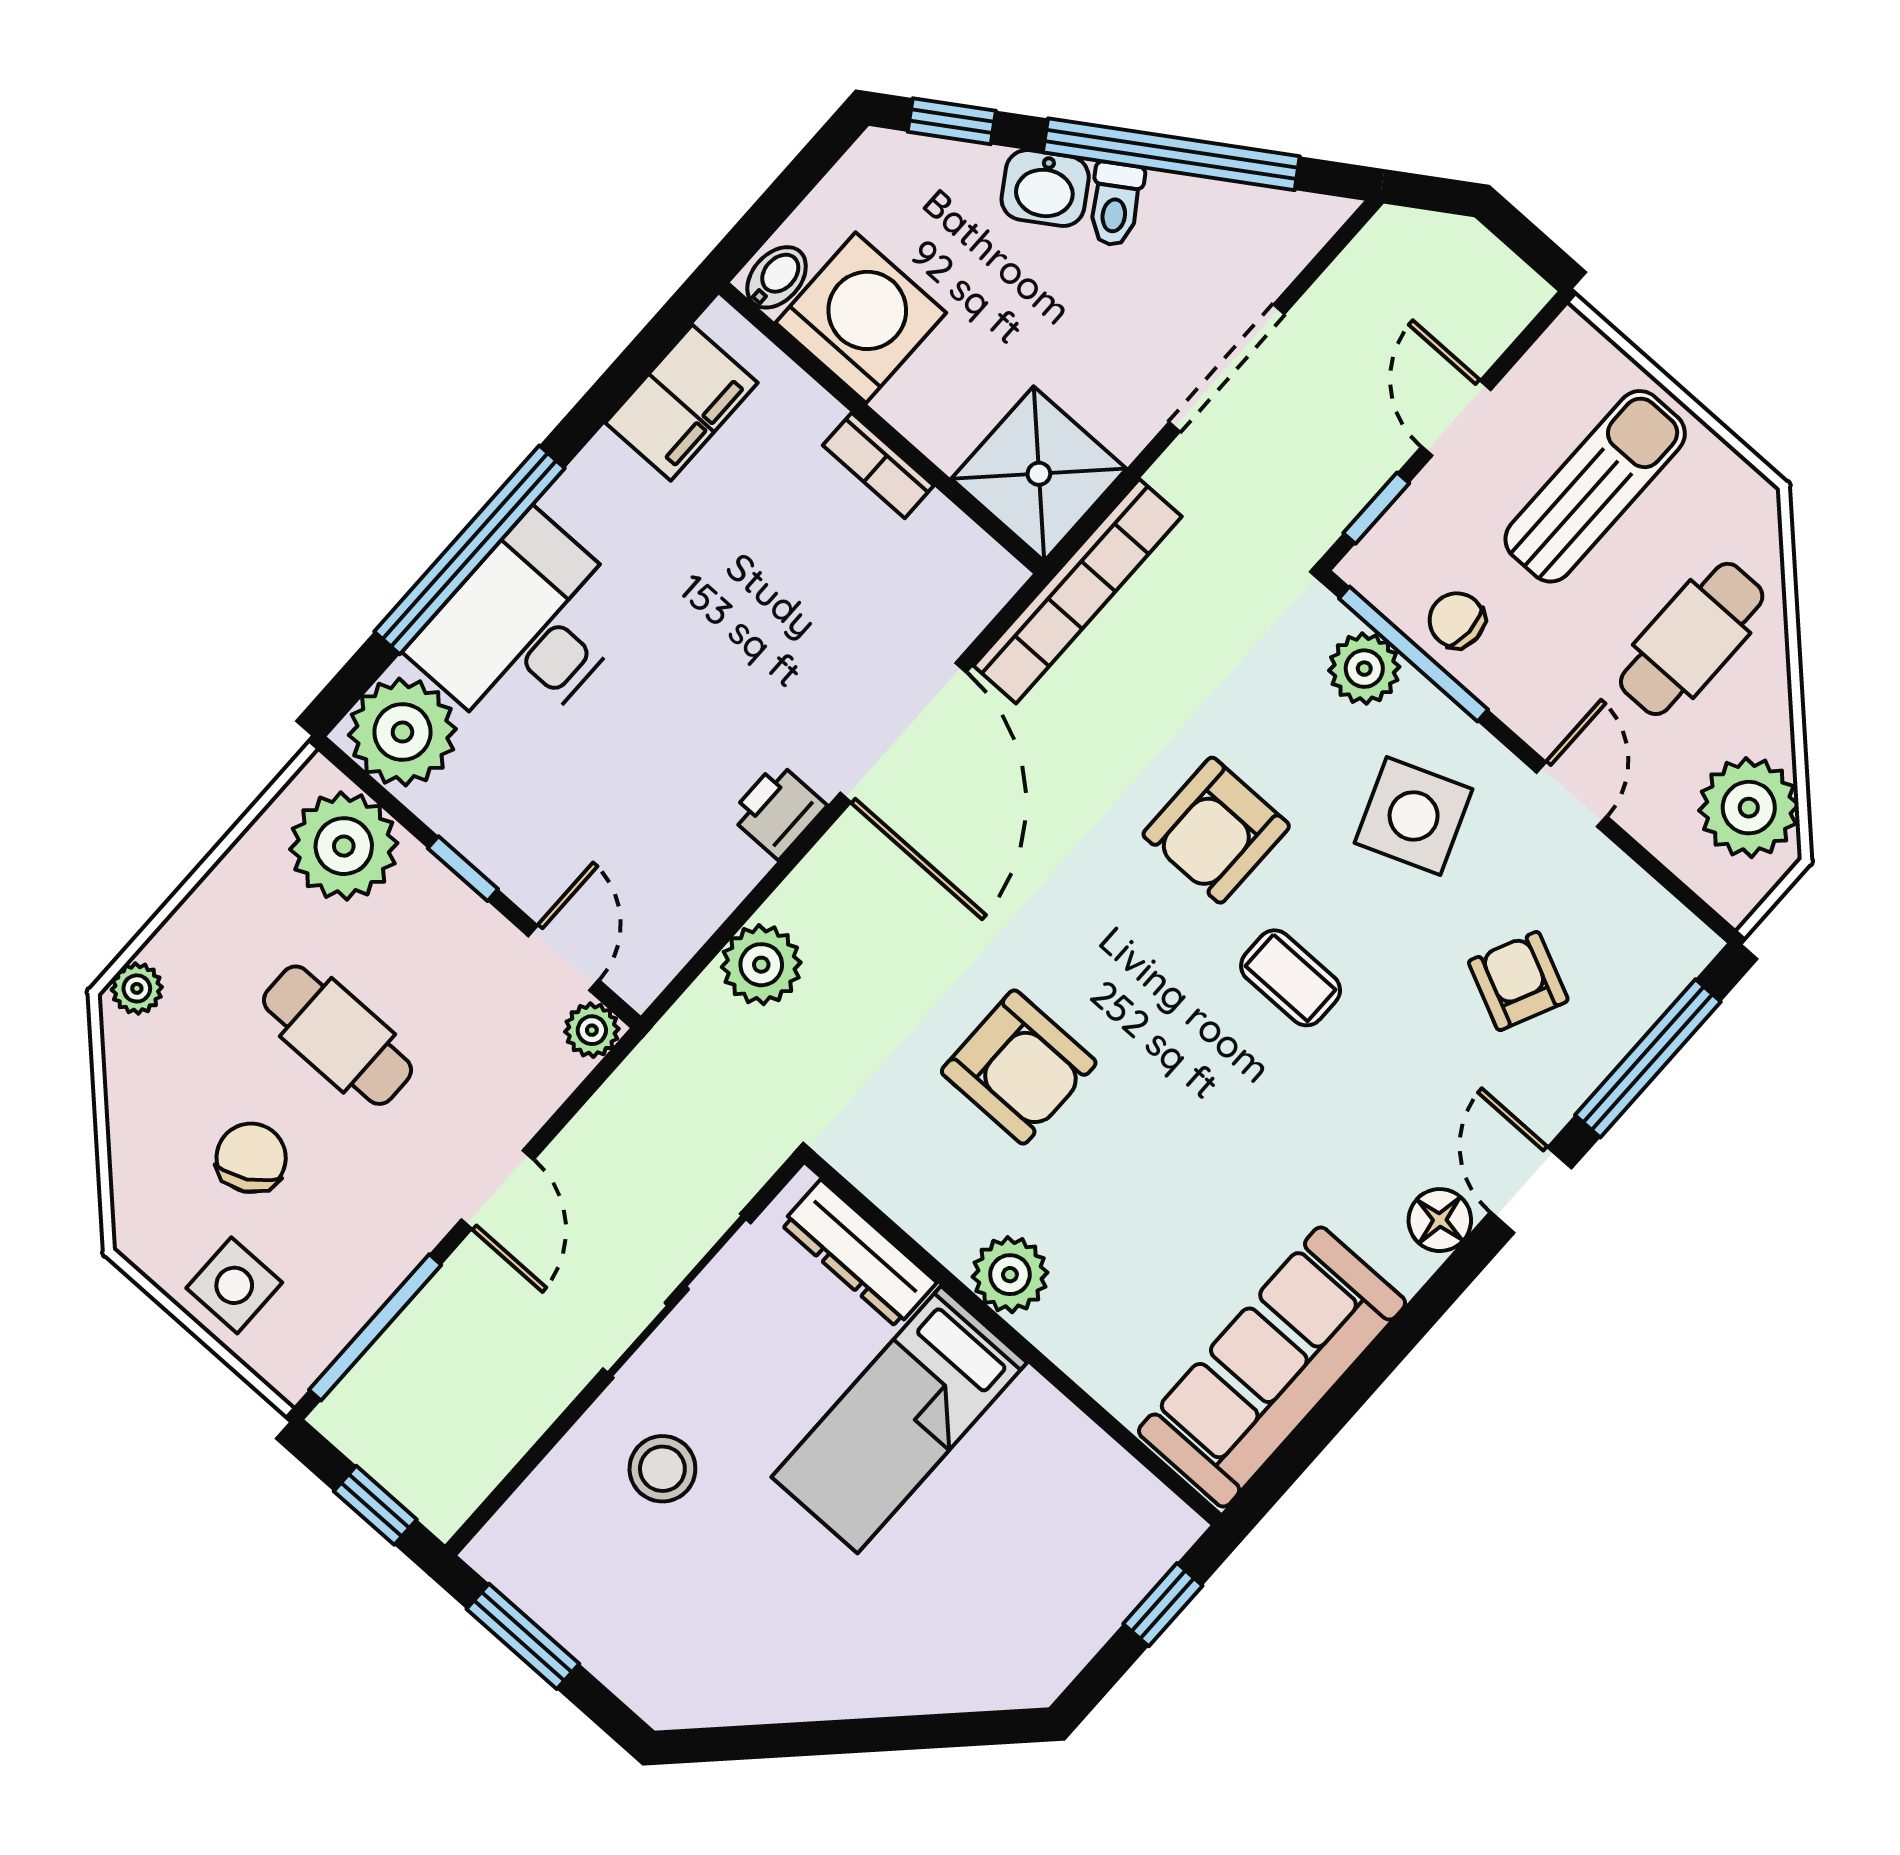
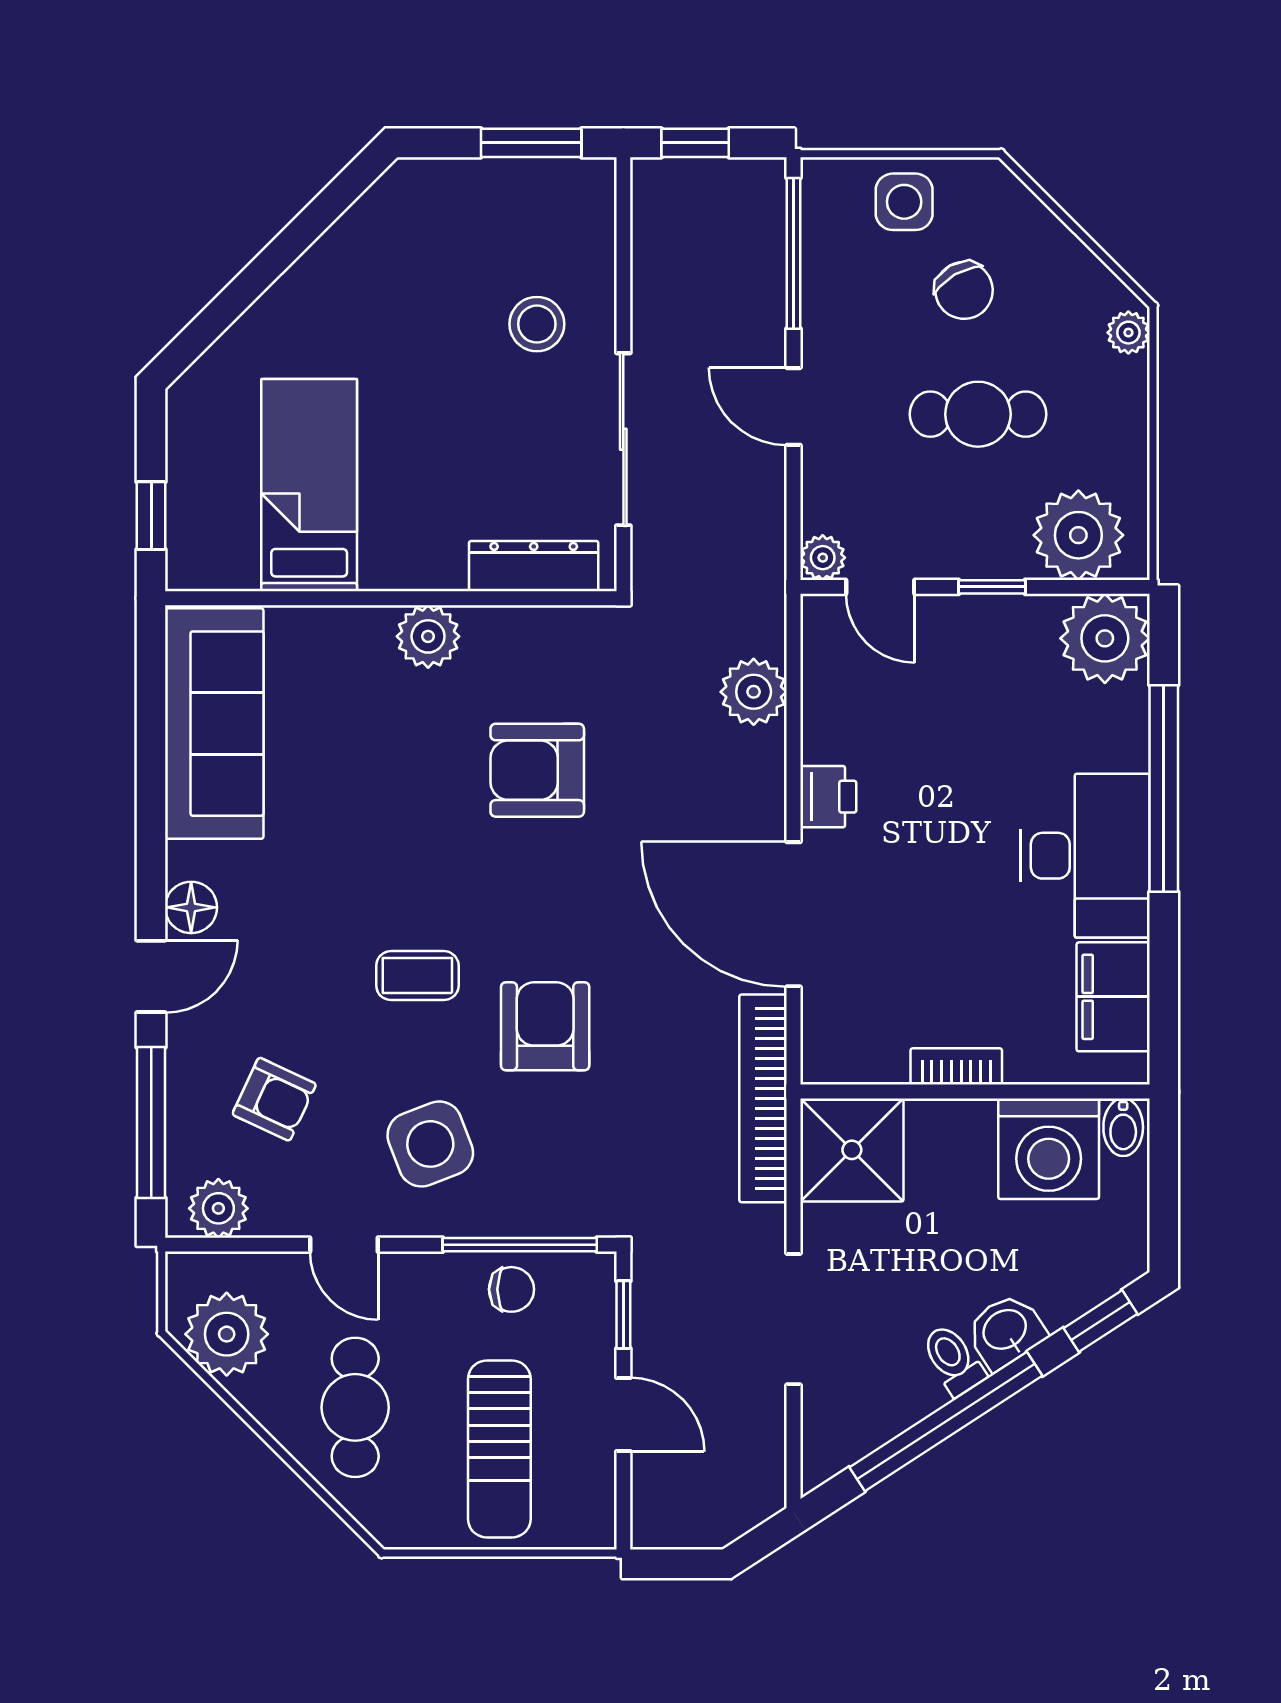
desk: (525, 630) -> (1085, 856), moved
plant: (1364, 669) -> (218, 1208), moved
door: (1531, 1190) -> (151, 976), hinge flipped
bed: (899, 1420) -> (309, 485), moved

